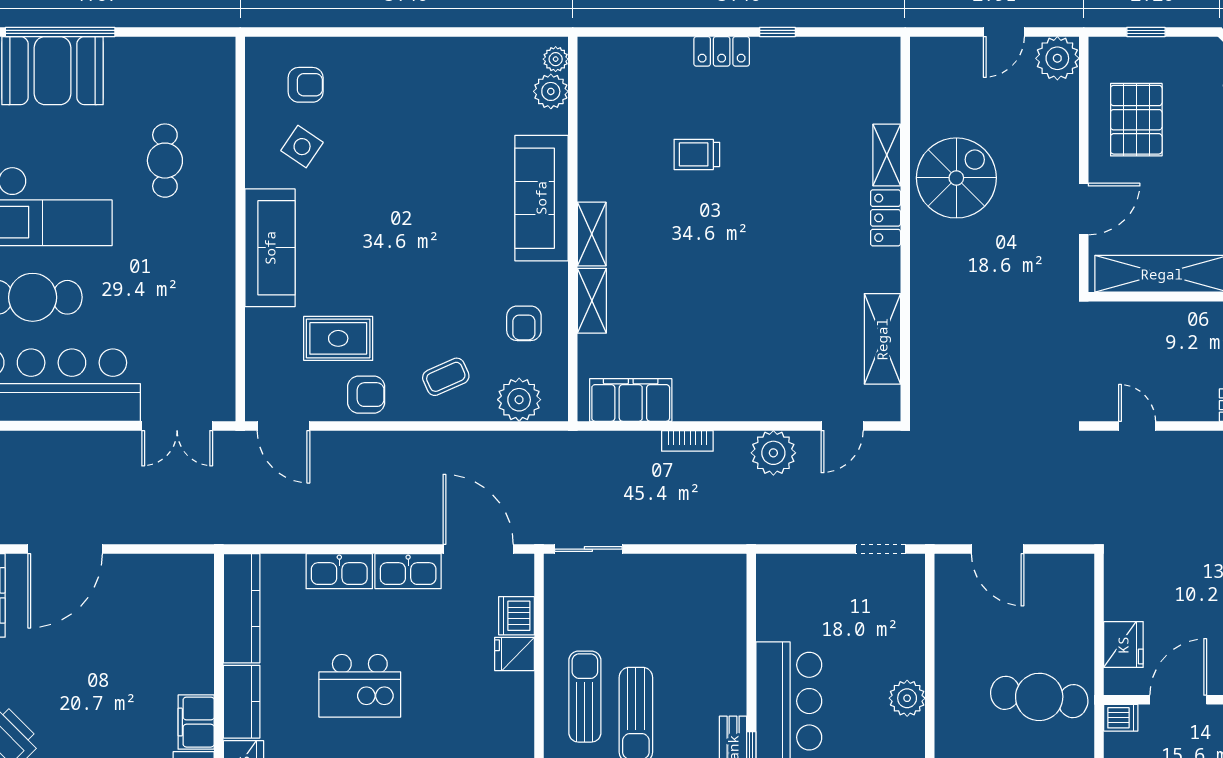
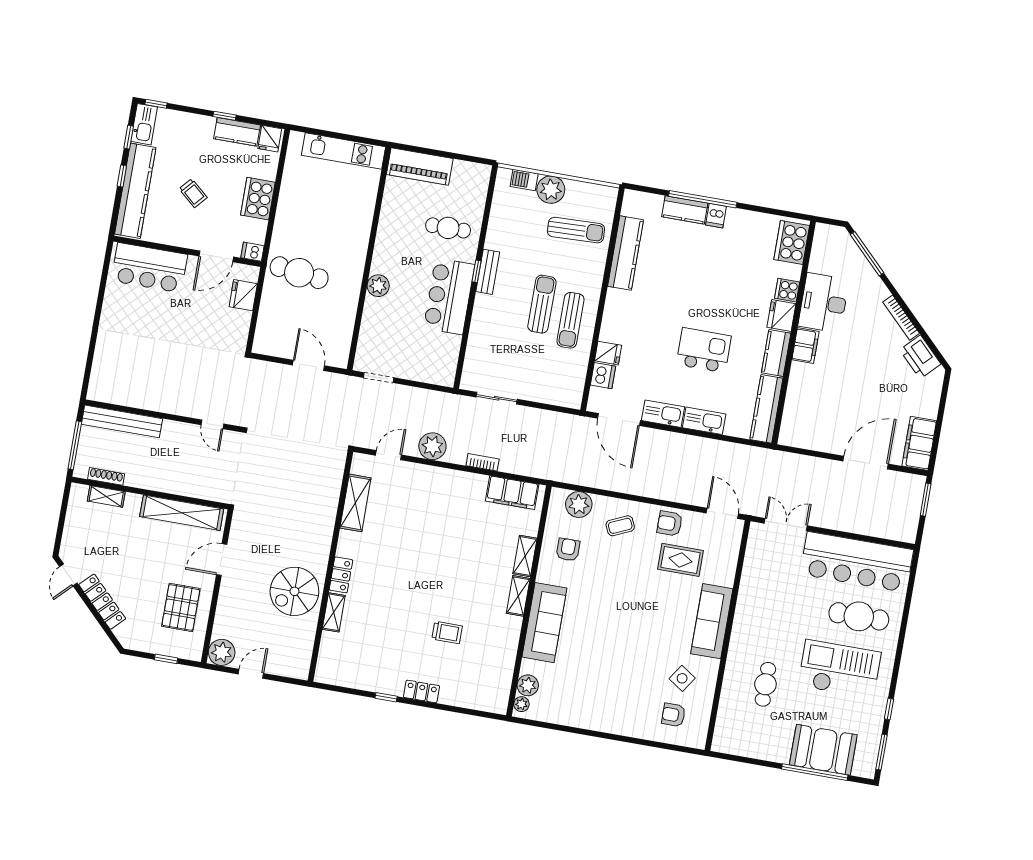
sliding door: (588, 549) -> (497, 398), moved

